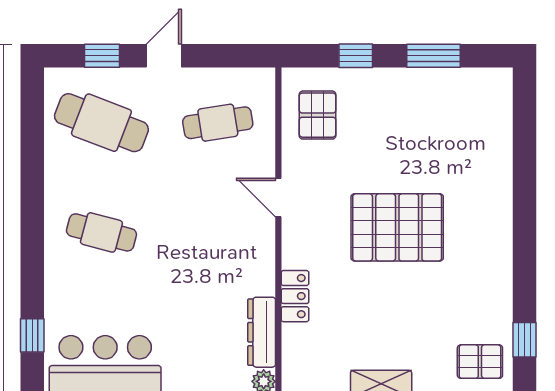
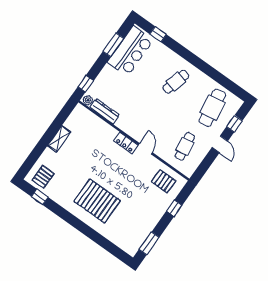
window: (433, 56) -> (149, 243), moved
cafe table: (101, 123) -> (212, 108), turned -30
door: (278, 198) -> (145, 149), hinge flipped
pallet: (397, 227) -> (97, 201), moved, turned 90
locker: (295, 296) -> (126, 143), moved

